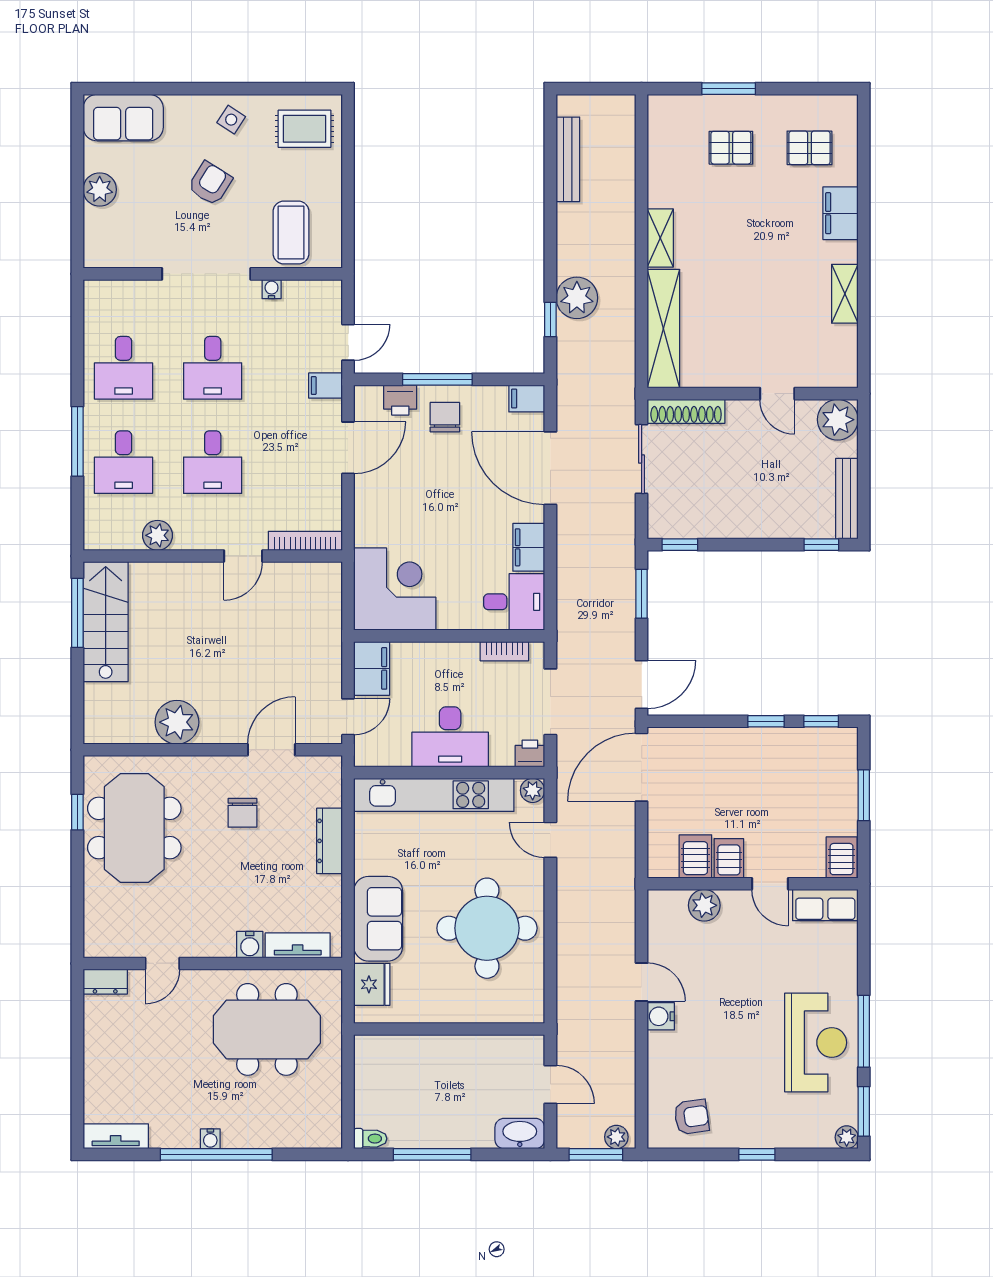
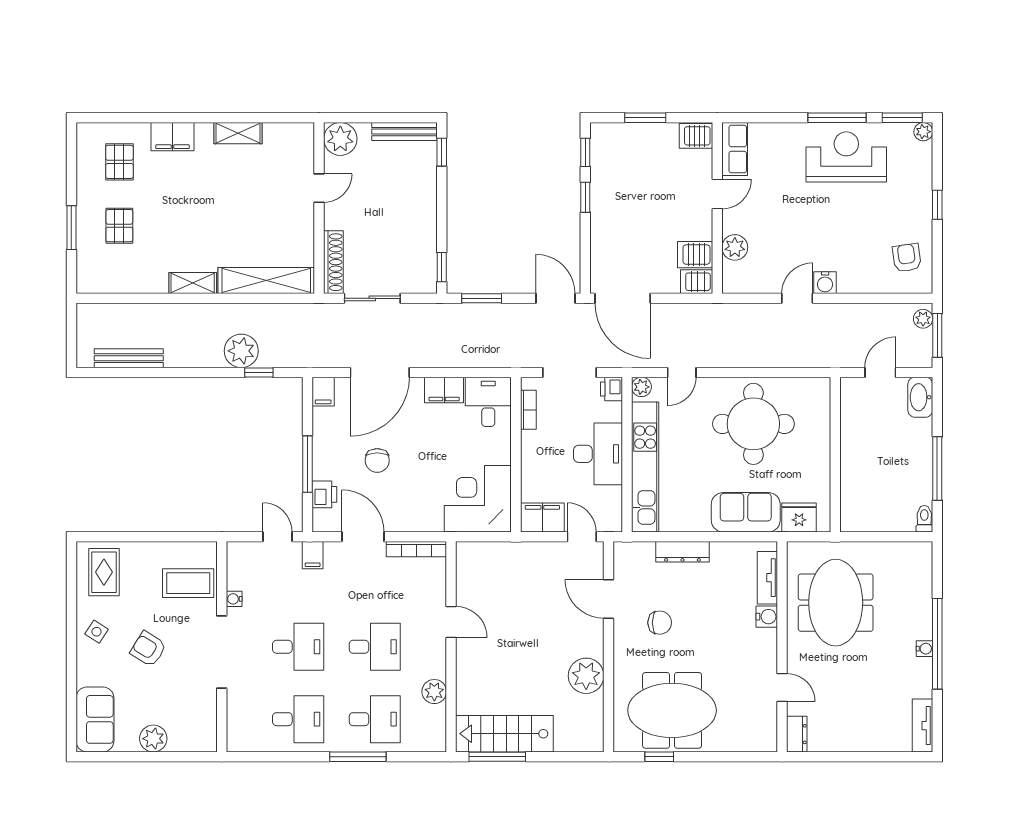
chair: (445, 417) -> (377, 461), moved, turned -90
bookcase: (305, 541) -> (416, 549), moved, turned -90
server rack: (729, 858) -> (697, 282), moved

